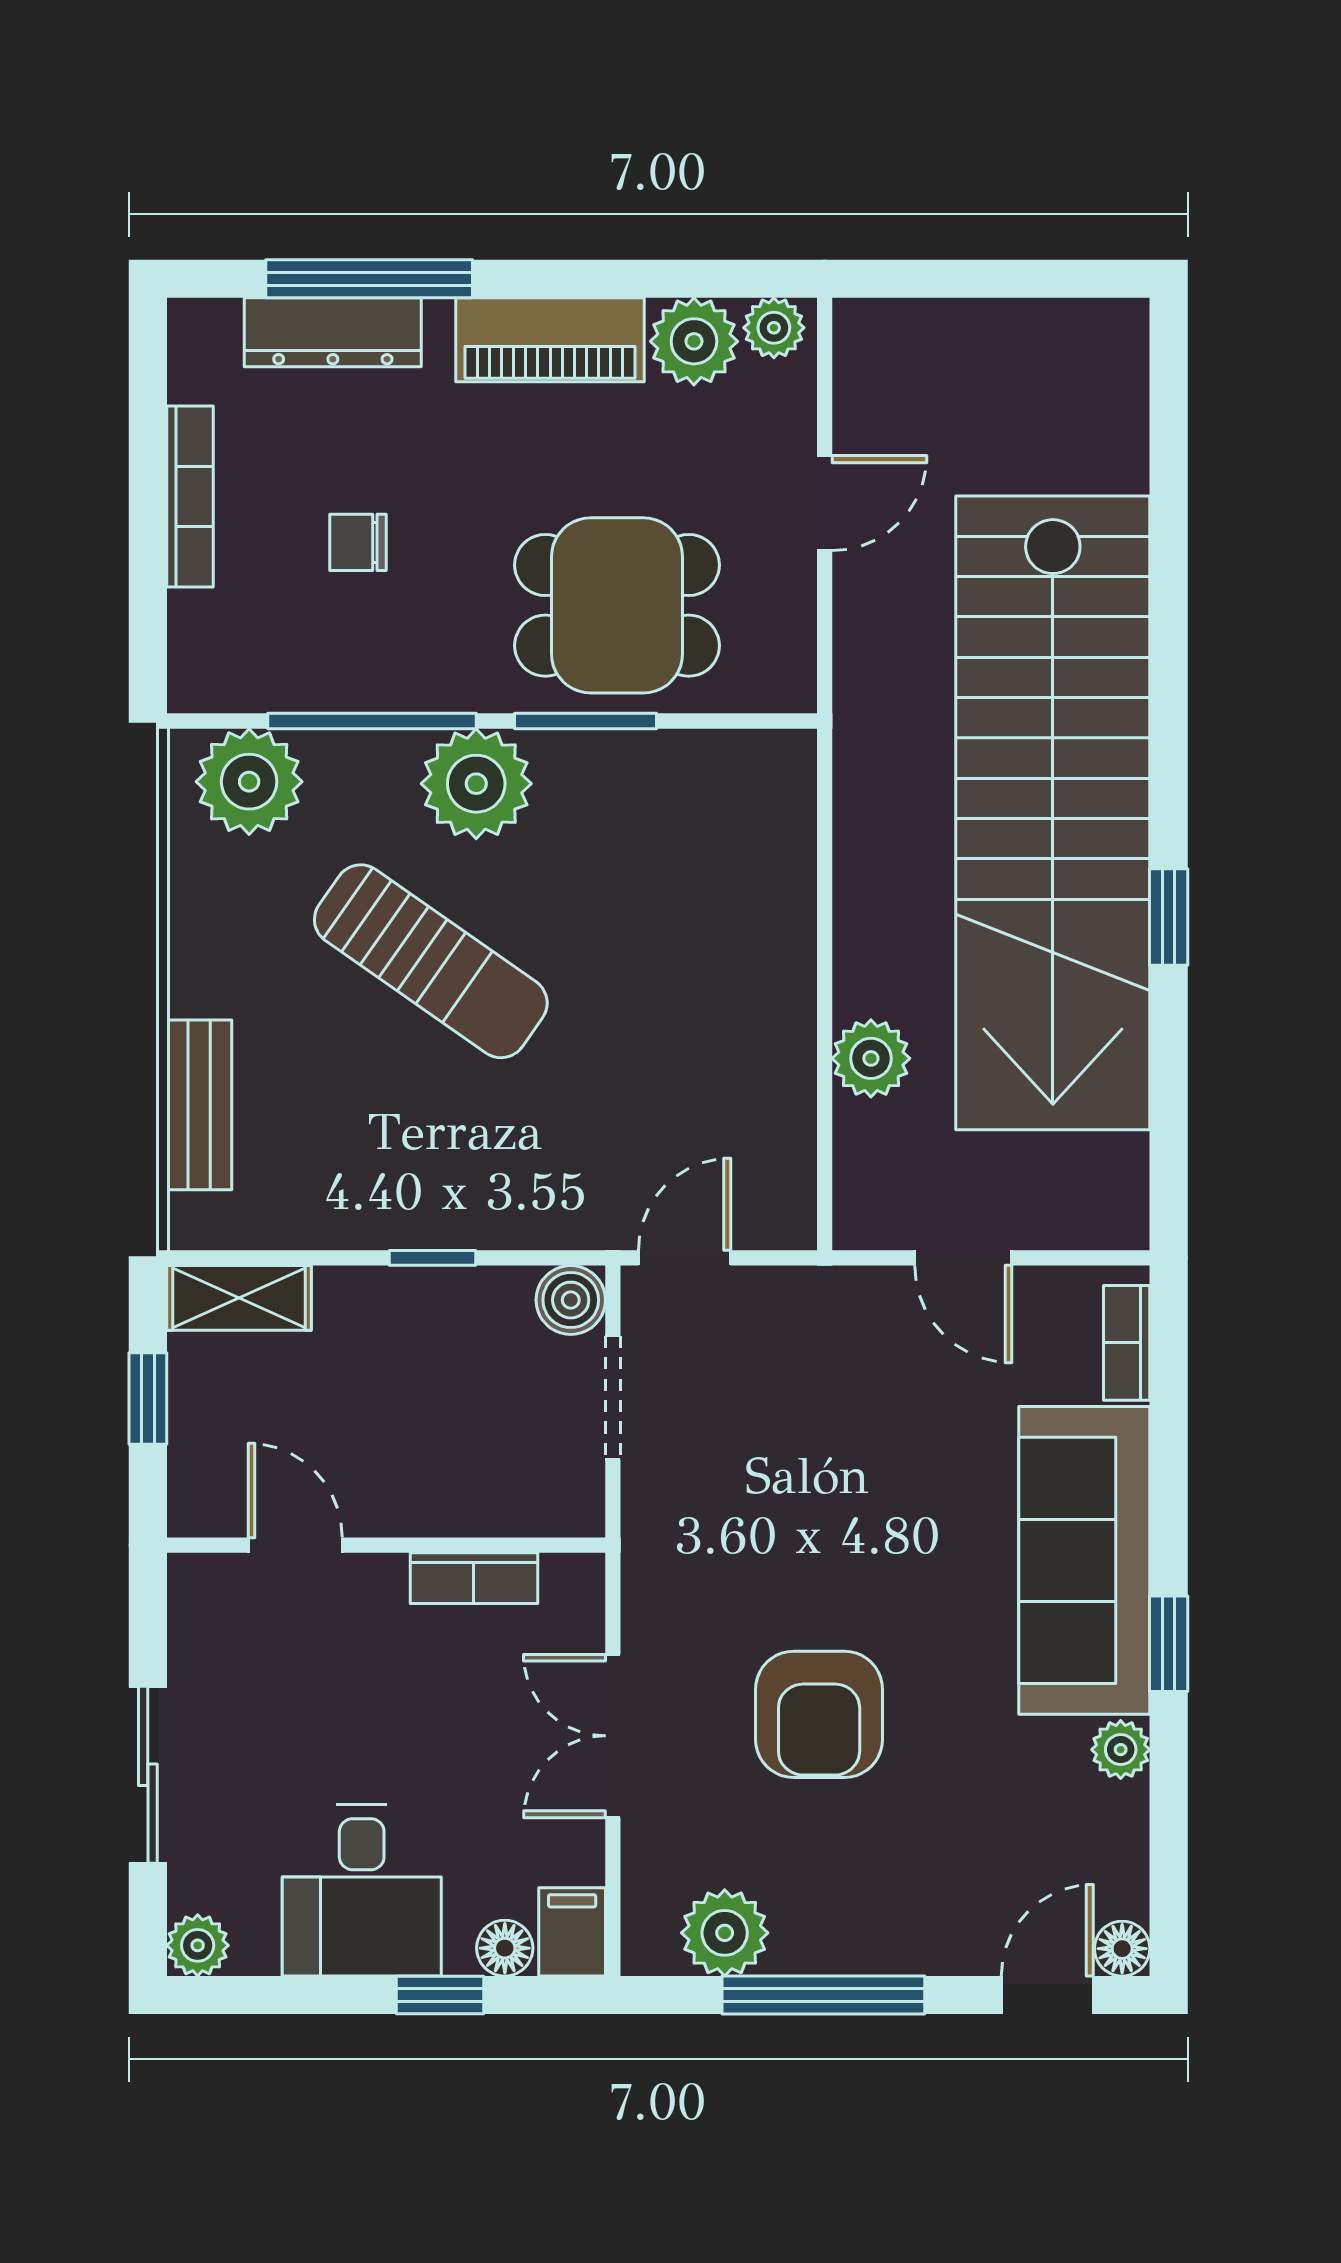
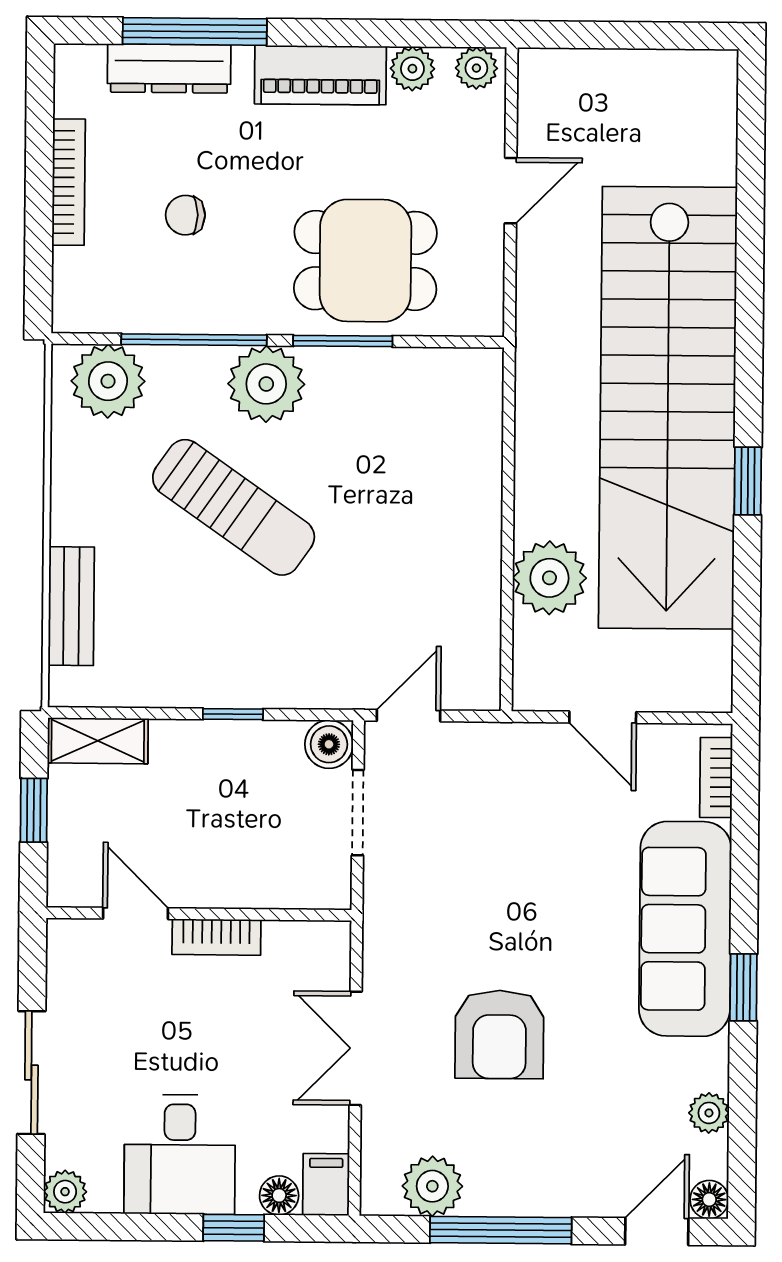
plant: (694, 341) -> (412, 69), width x0.73, depth x0.73
plant: (871, 1058) -> (549, 578), width x1.36, depth x1.36
bookcase: (474, 1578) -> (216, 937), moved
plant: (1121, 1750) -> (709, 1113), moved

